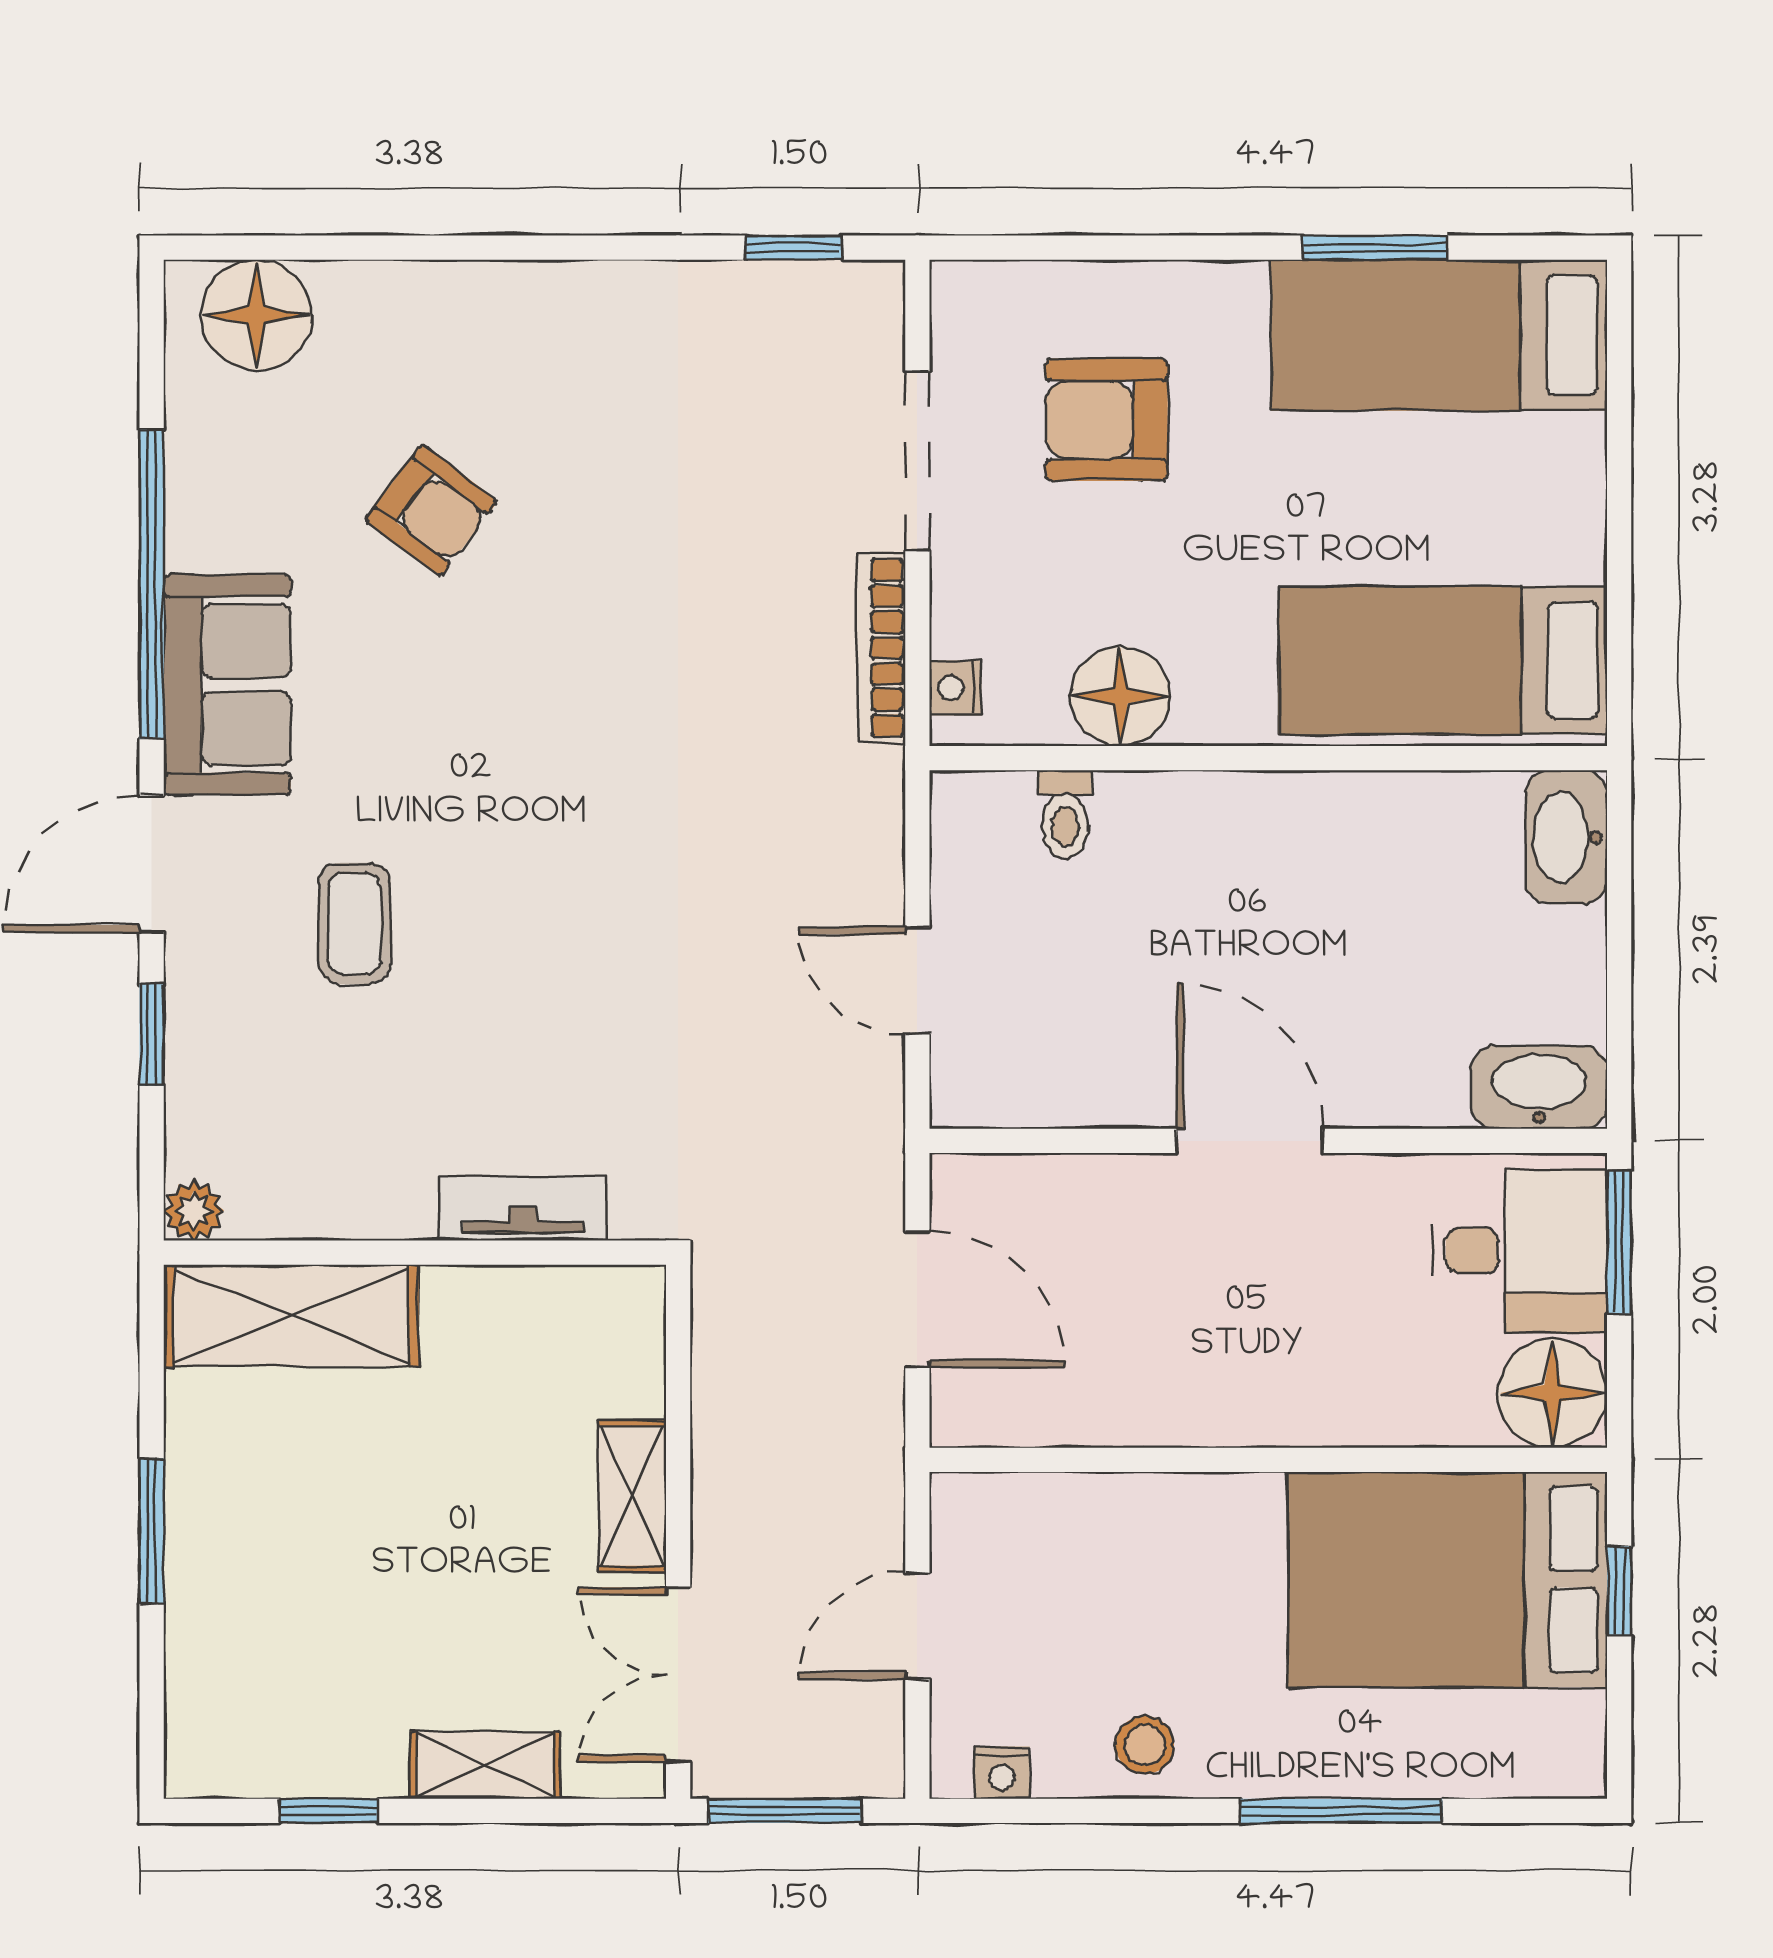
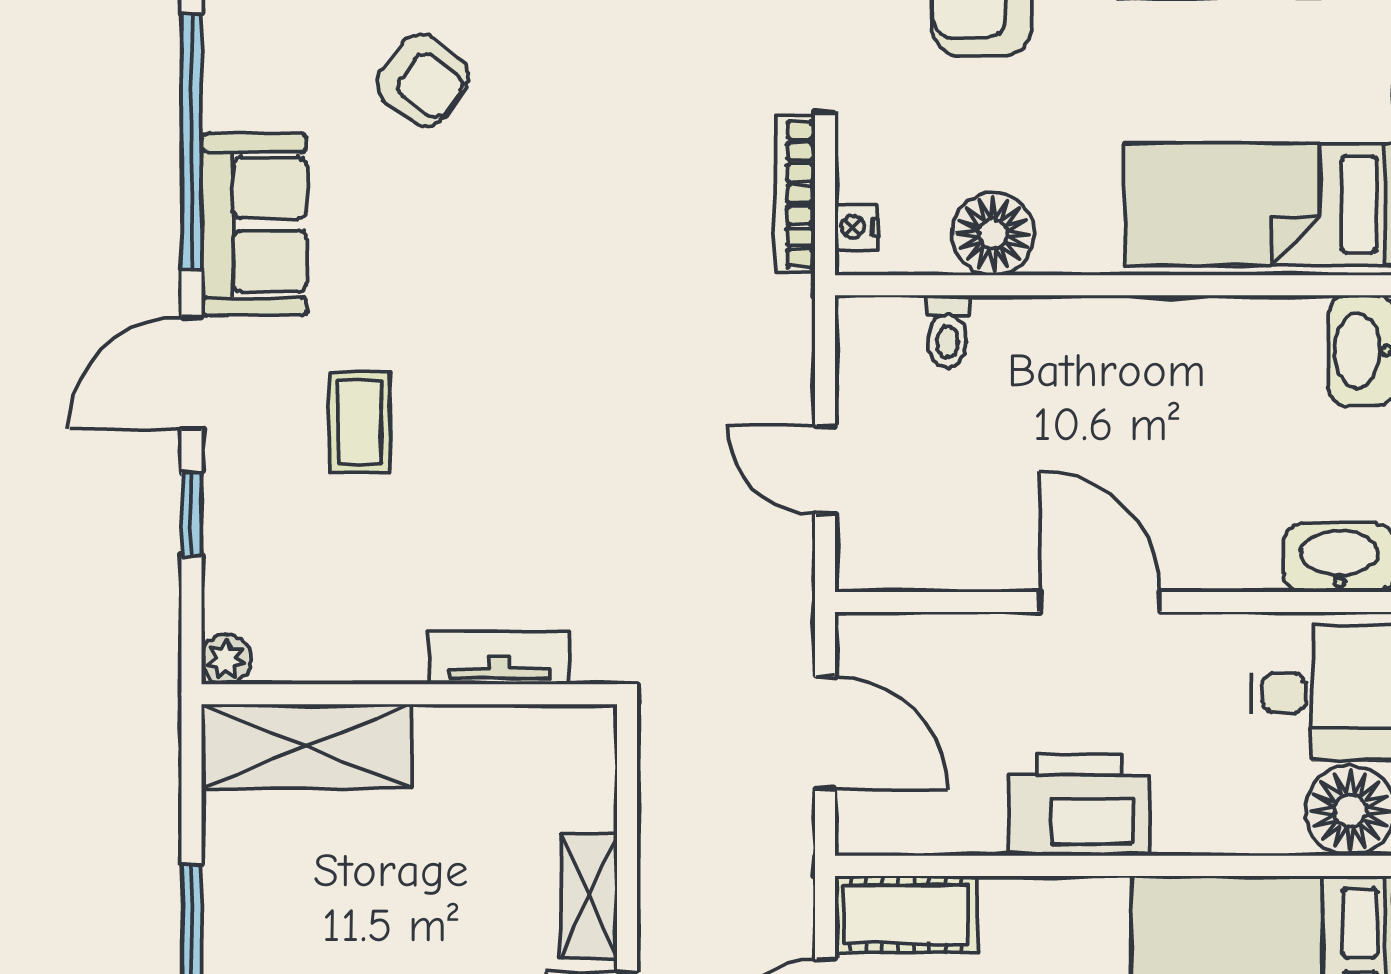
printer: (1225, 1386) -> (1080, 805), added
cot: (1015, 1519) -> (906, 914), added

